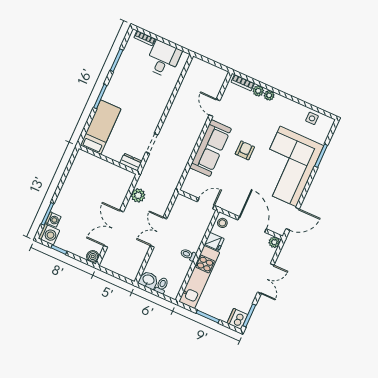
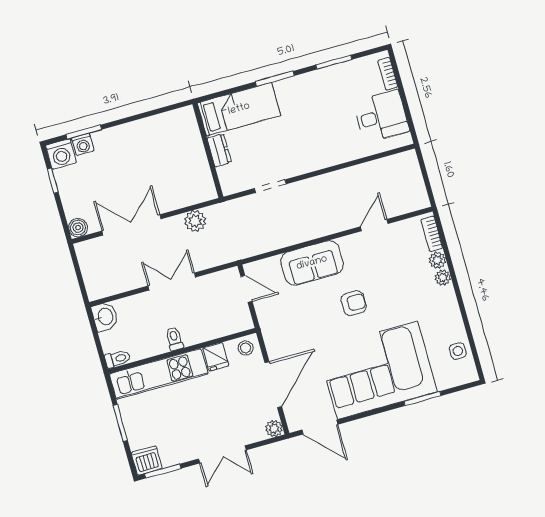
sofa: (210, 148) -> (312, 263), width x0.73
dresser: (131, 162) -> (219, 150), moved
door: (206, 204) -> (246, 289), moved
toilet: (162, 286) -> (117, 359), moved

